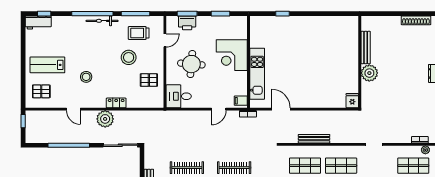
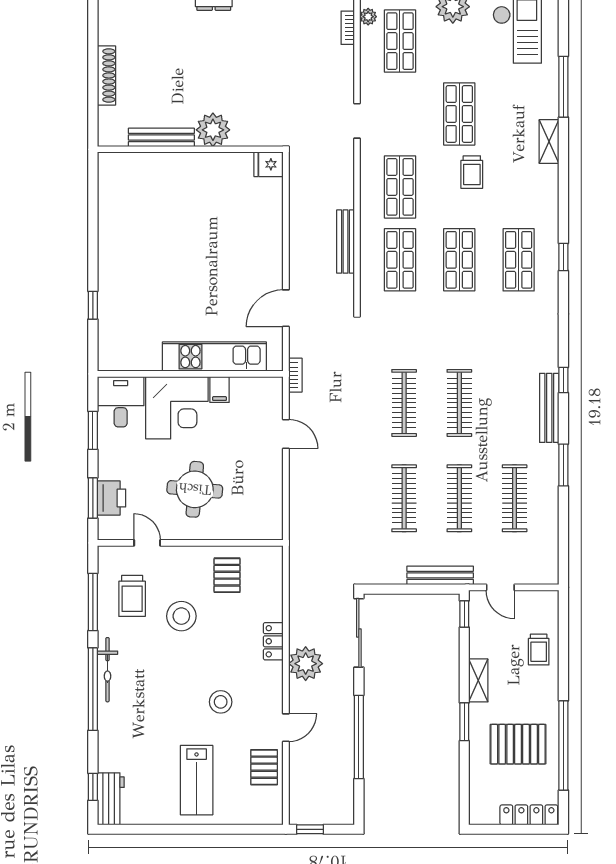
shoe rack: (416, 20) -> (106, 75), moved
pallet: (41, 91) -> (264, 767), moved
desk: (179, 96) -> (121, 402), moved, turned 180
filing cabinet: (241, 101) -> (219, 389), moved

